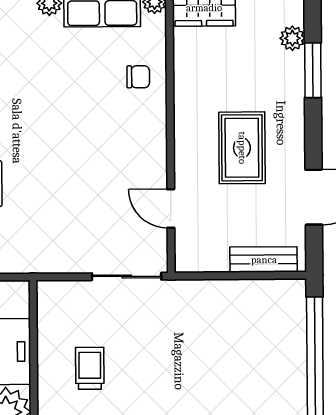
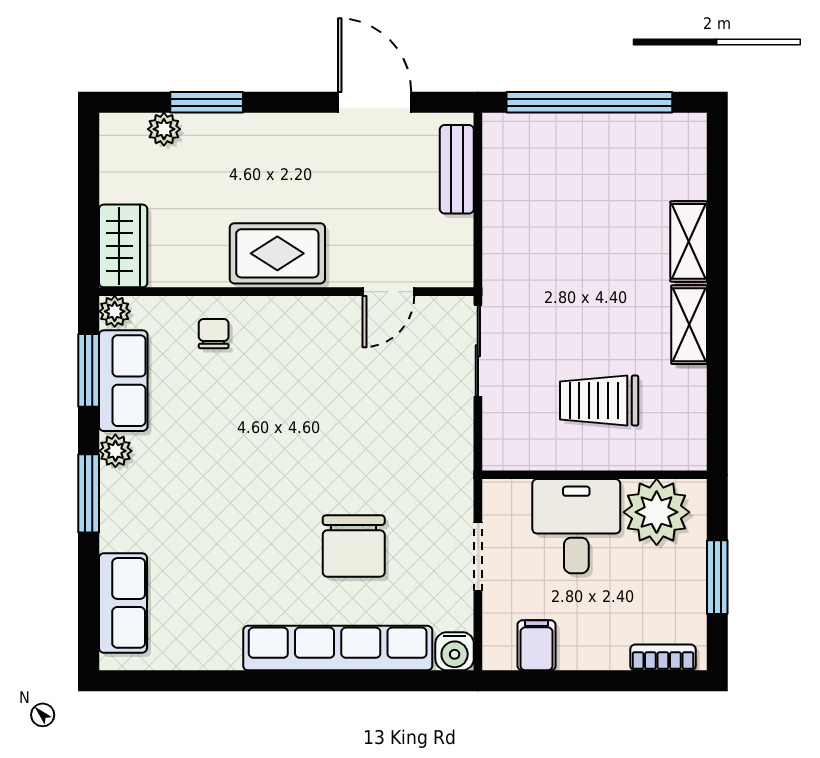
rug: (242, 148) -> (277, 253), moved
trolley: (90, 368) -> (599, 400), width x1.36, depth x1.39

